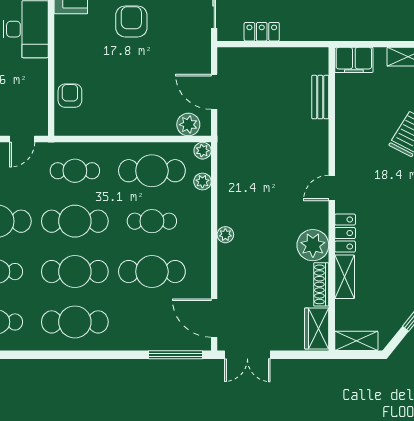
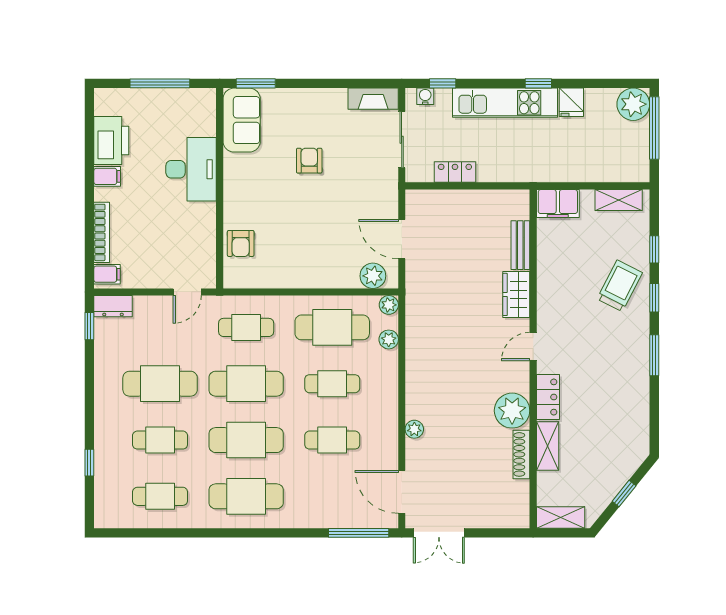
armchair: (131, 21) -> (309, 161), width x0.72, depth x0.72
armchair: (70, 96) -> (241, 243), turned 180
plant: (225, 235) -> (414, 429), moved
cafe table: (152, 272) -> (332, 440), width x0.73, depth x0.74
wardrobe: (317, 329) -> (516, 294), moved

